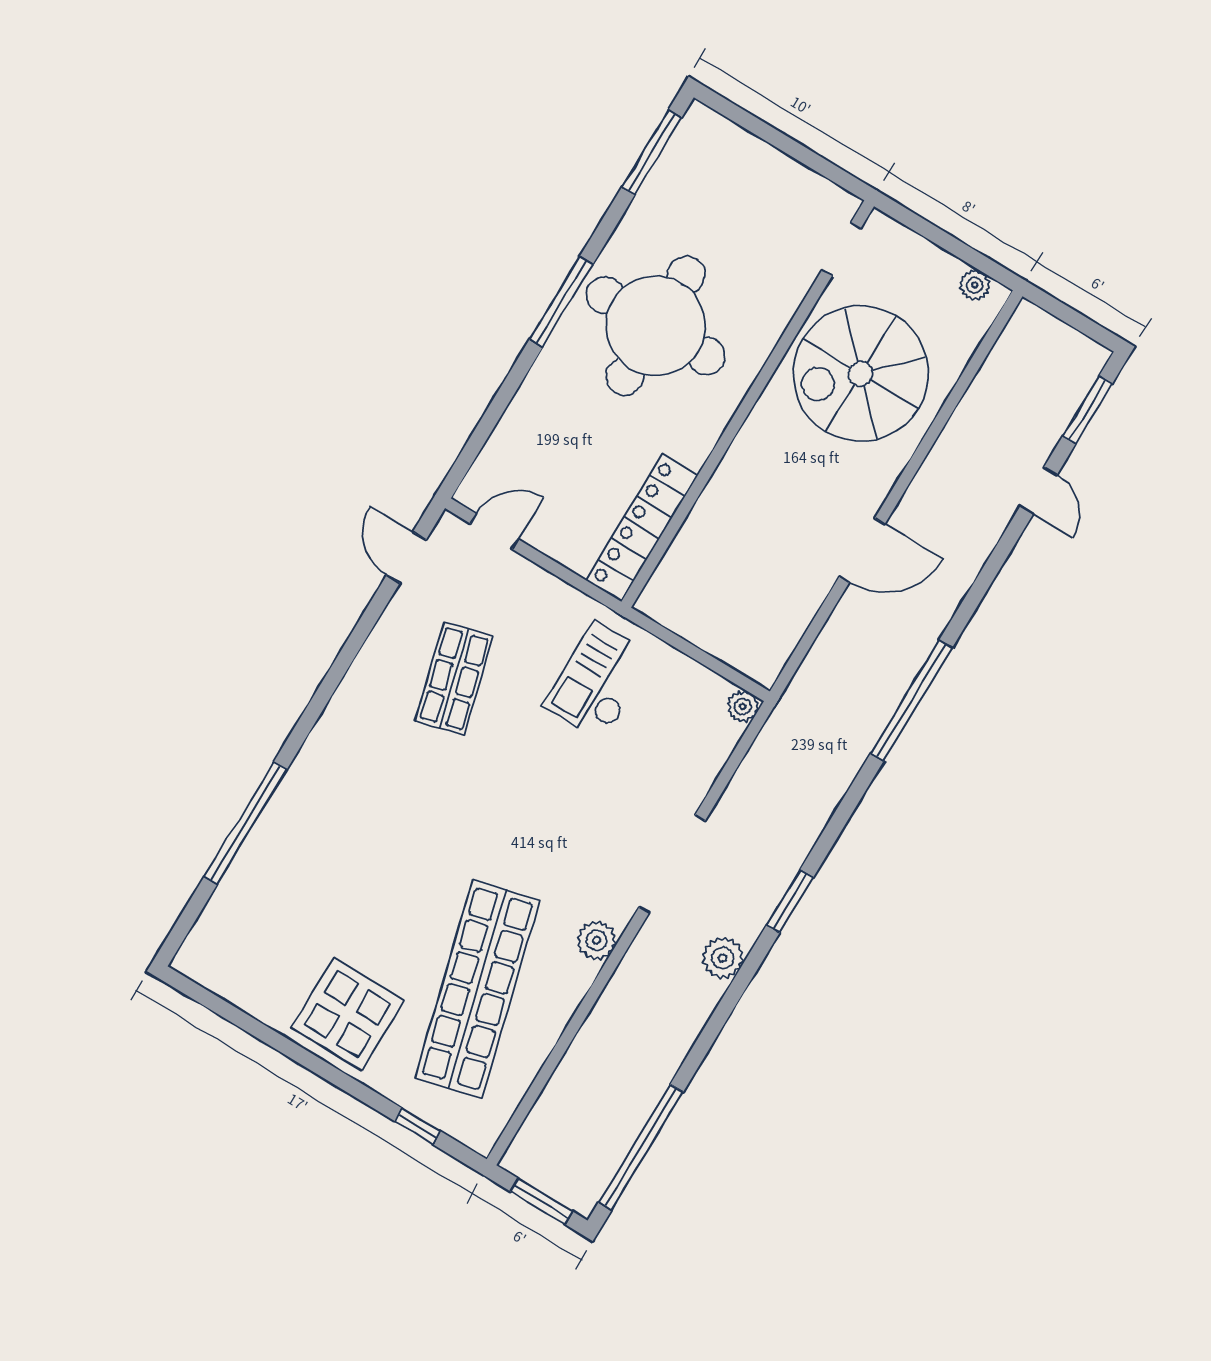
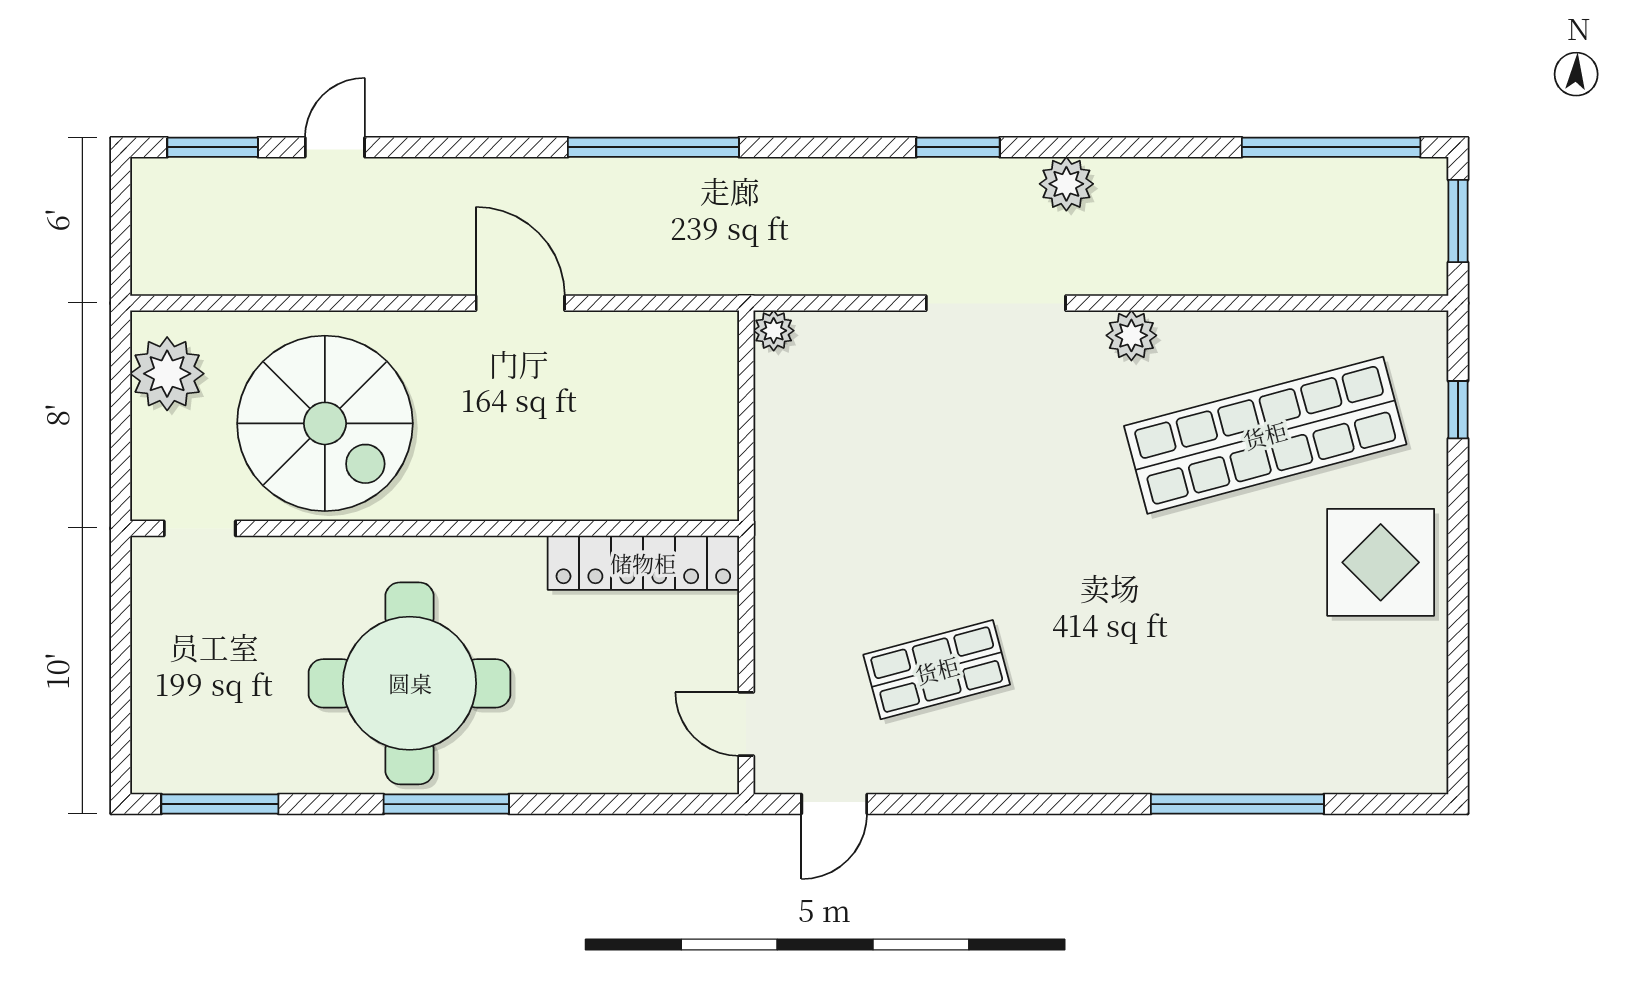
plant: (975, 285) -> (167, 374), width x1.88, depth x1.88
checkout: (599, 681) -> (842, 508), removed

